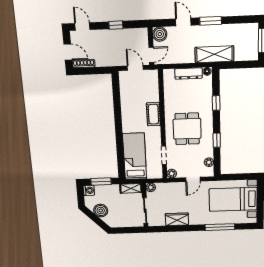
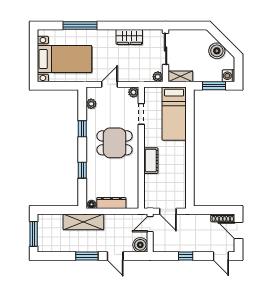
dining table: (187, 129) -> (115, 143), turned 90

